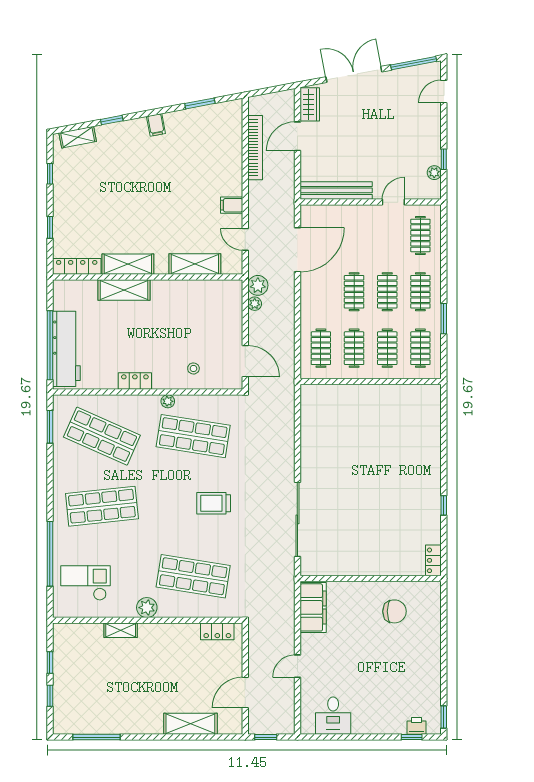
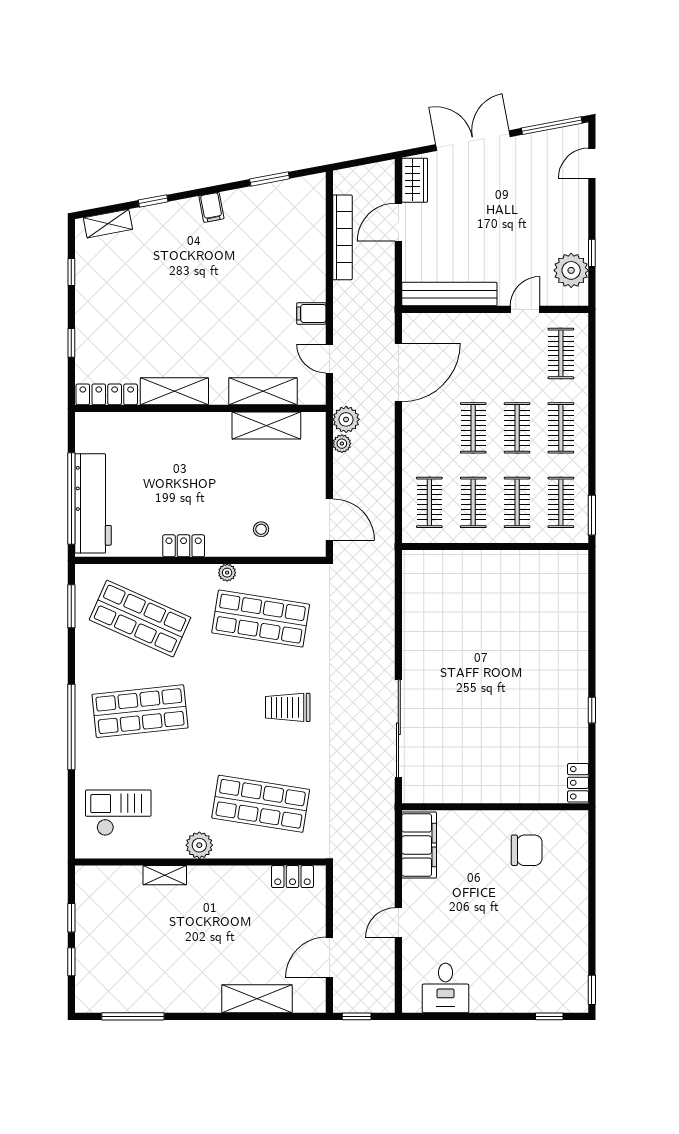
plant: (434, 173) -> (571, 270), width x1.87, depth x1.87
shelving: (124, 290) -> (266, 425), moved
window: (444, 319) -> (592, 515), moved
window: (50, 554) -> (71, 727), moved
printer: (417, 726) -> (556, 1002), removed

